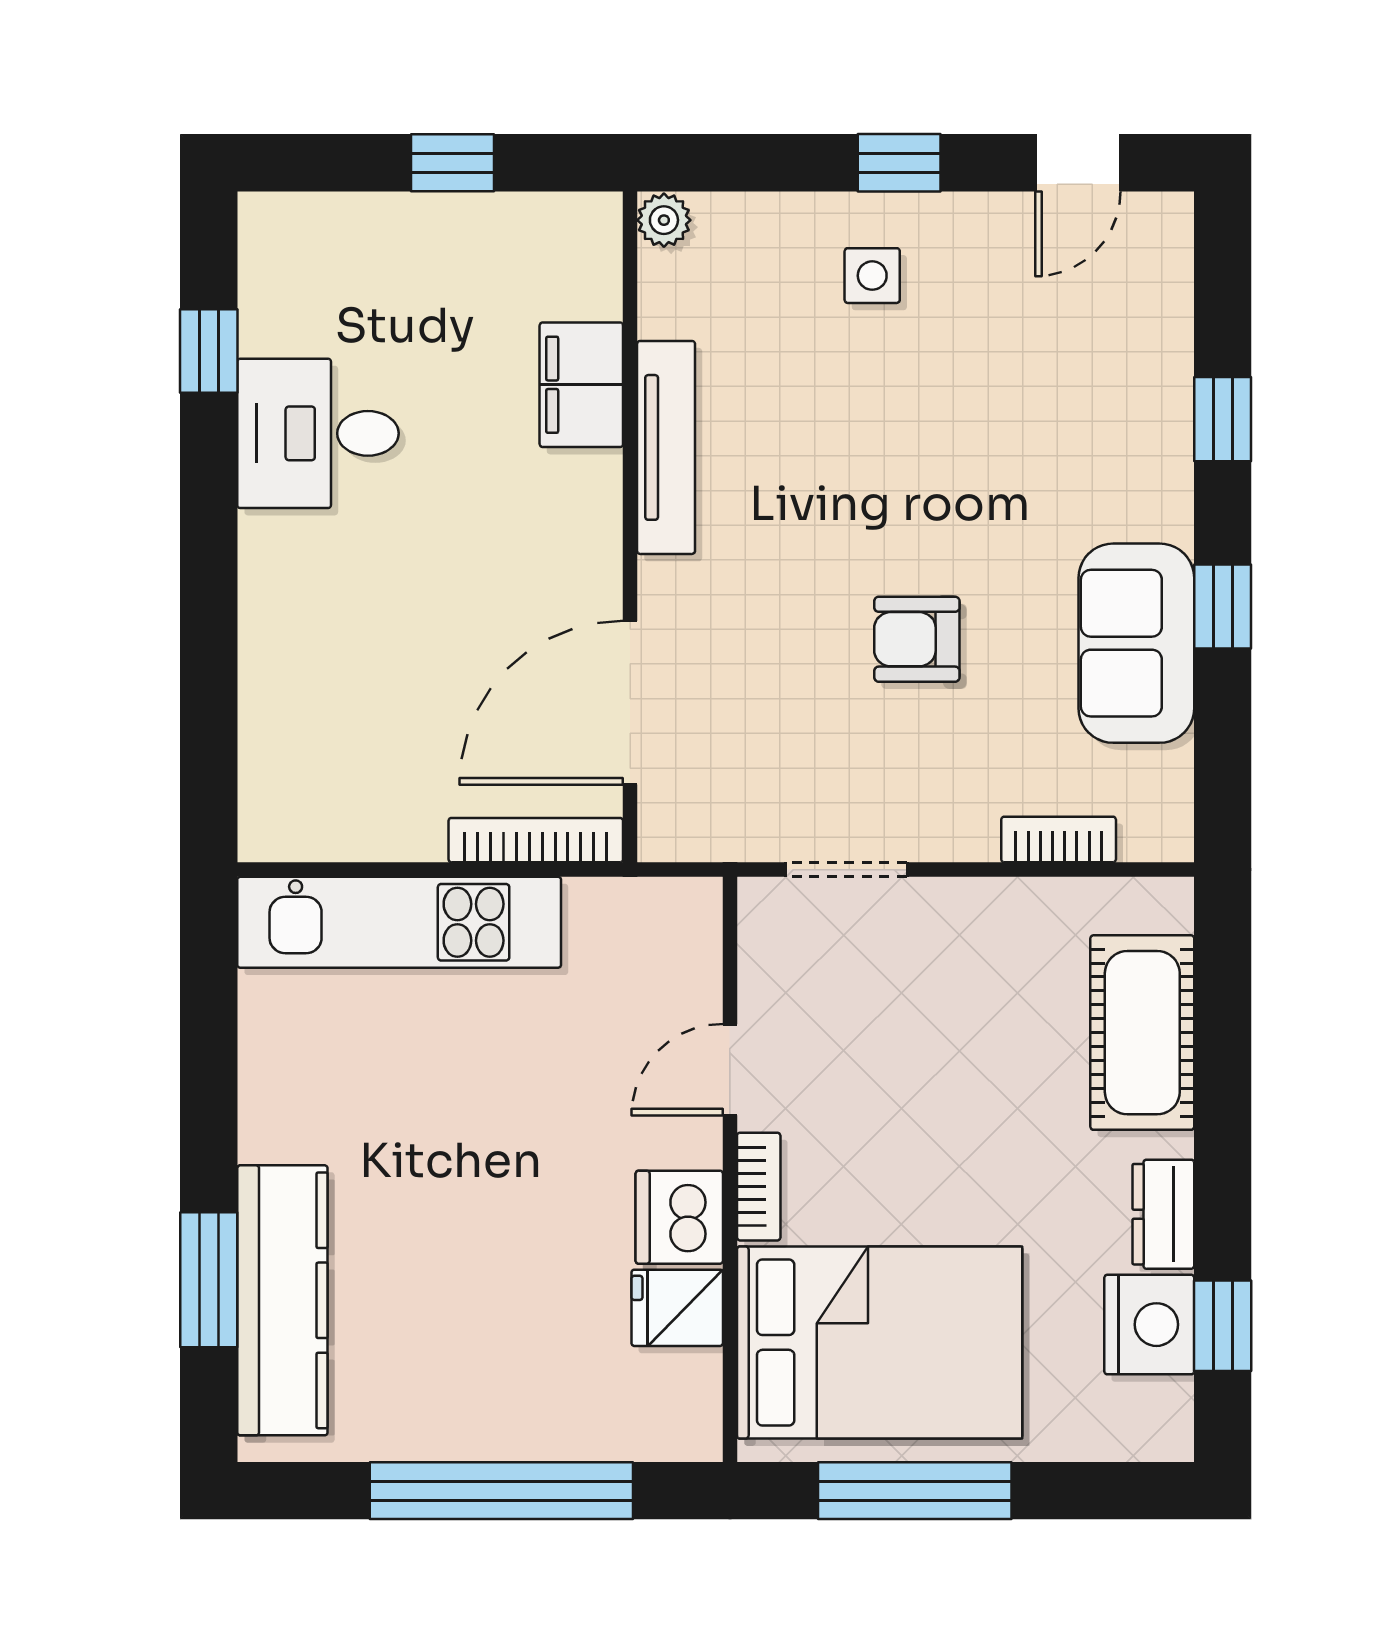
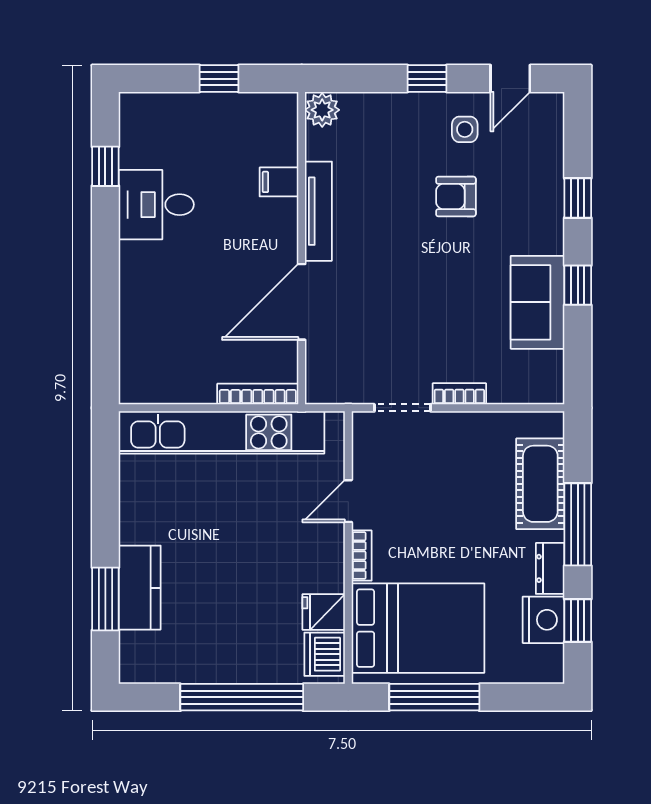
plant: (664, 220) -> (322, 110), width x1.38, depth x1.38
side table: (872, 276) -> (465, 129), moved
filing cabinet: (581, 385) -> (279, 182), width x0.50
armchair: (917, 639) -> (456, 197), moved
door: (630, 703) -> (302, 302), moved
bookcase: (1059, 839) -> (459, 394), moved
kitchen unit: (399, 922) -> (222, 432), width x1.36
window: (1223, 1120) -> (578, 524), added
dishwasher: (679, 1217) -> (325, 654), moved
kitchen counter: (282, 1300) -> (140, 588), width x0.67

